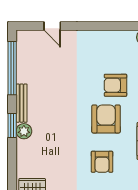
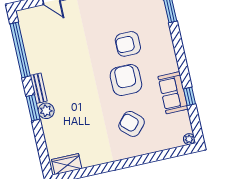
bench: (22, 103) -> (39, 88), width x0.73
armchair: (102, 162) -> (132, 124), turned 132

